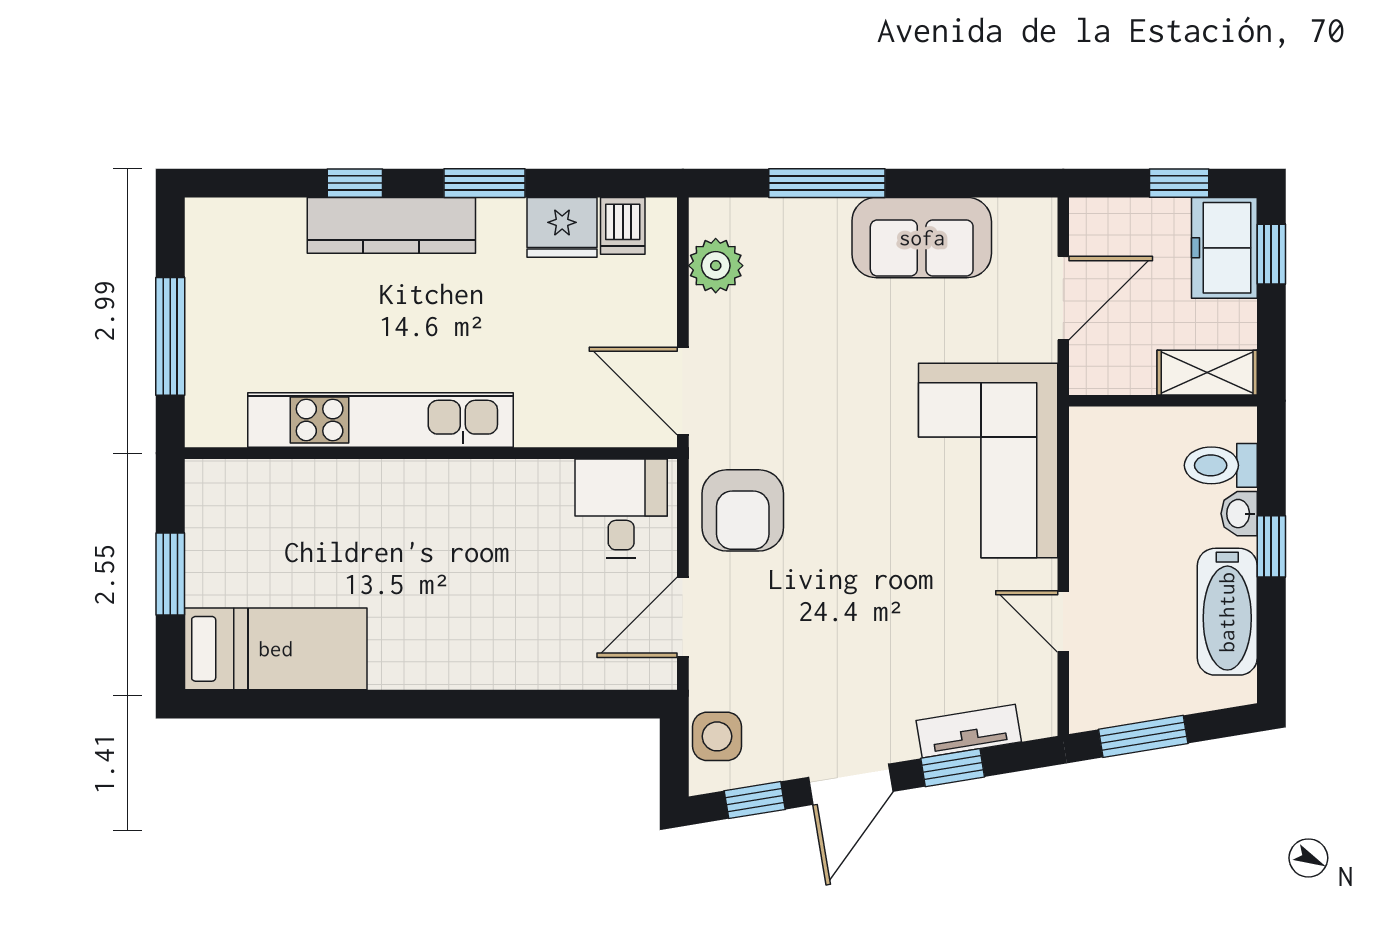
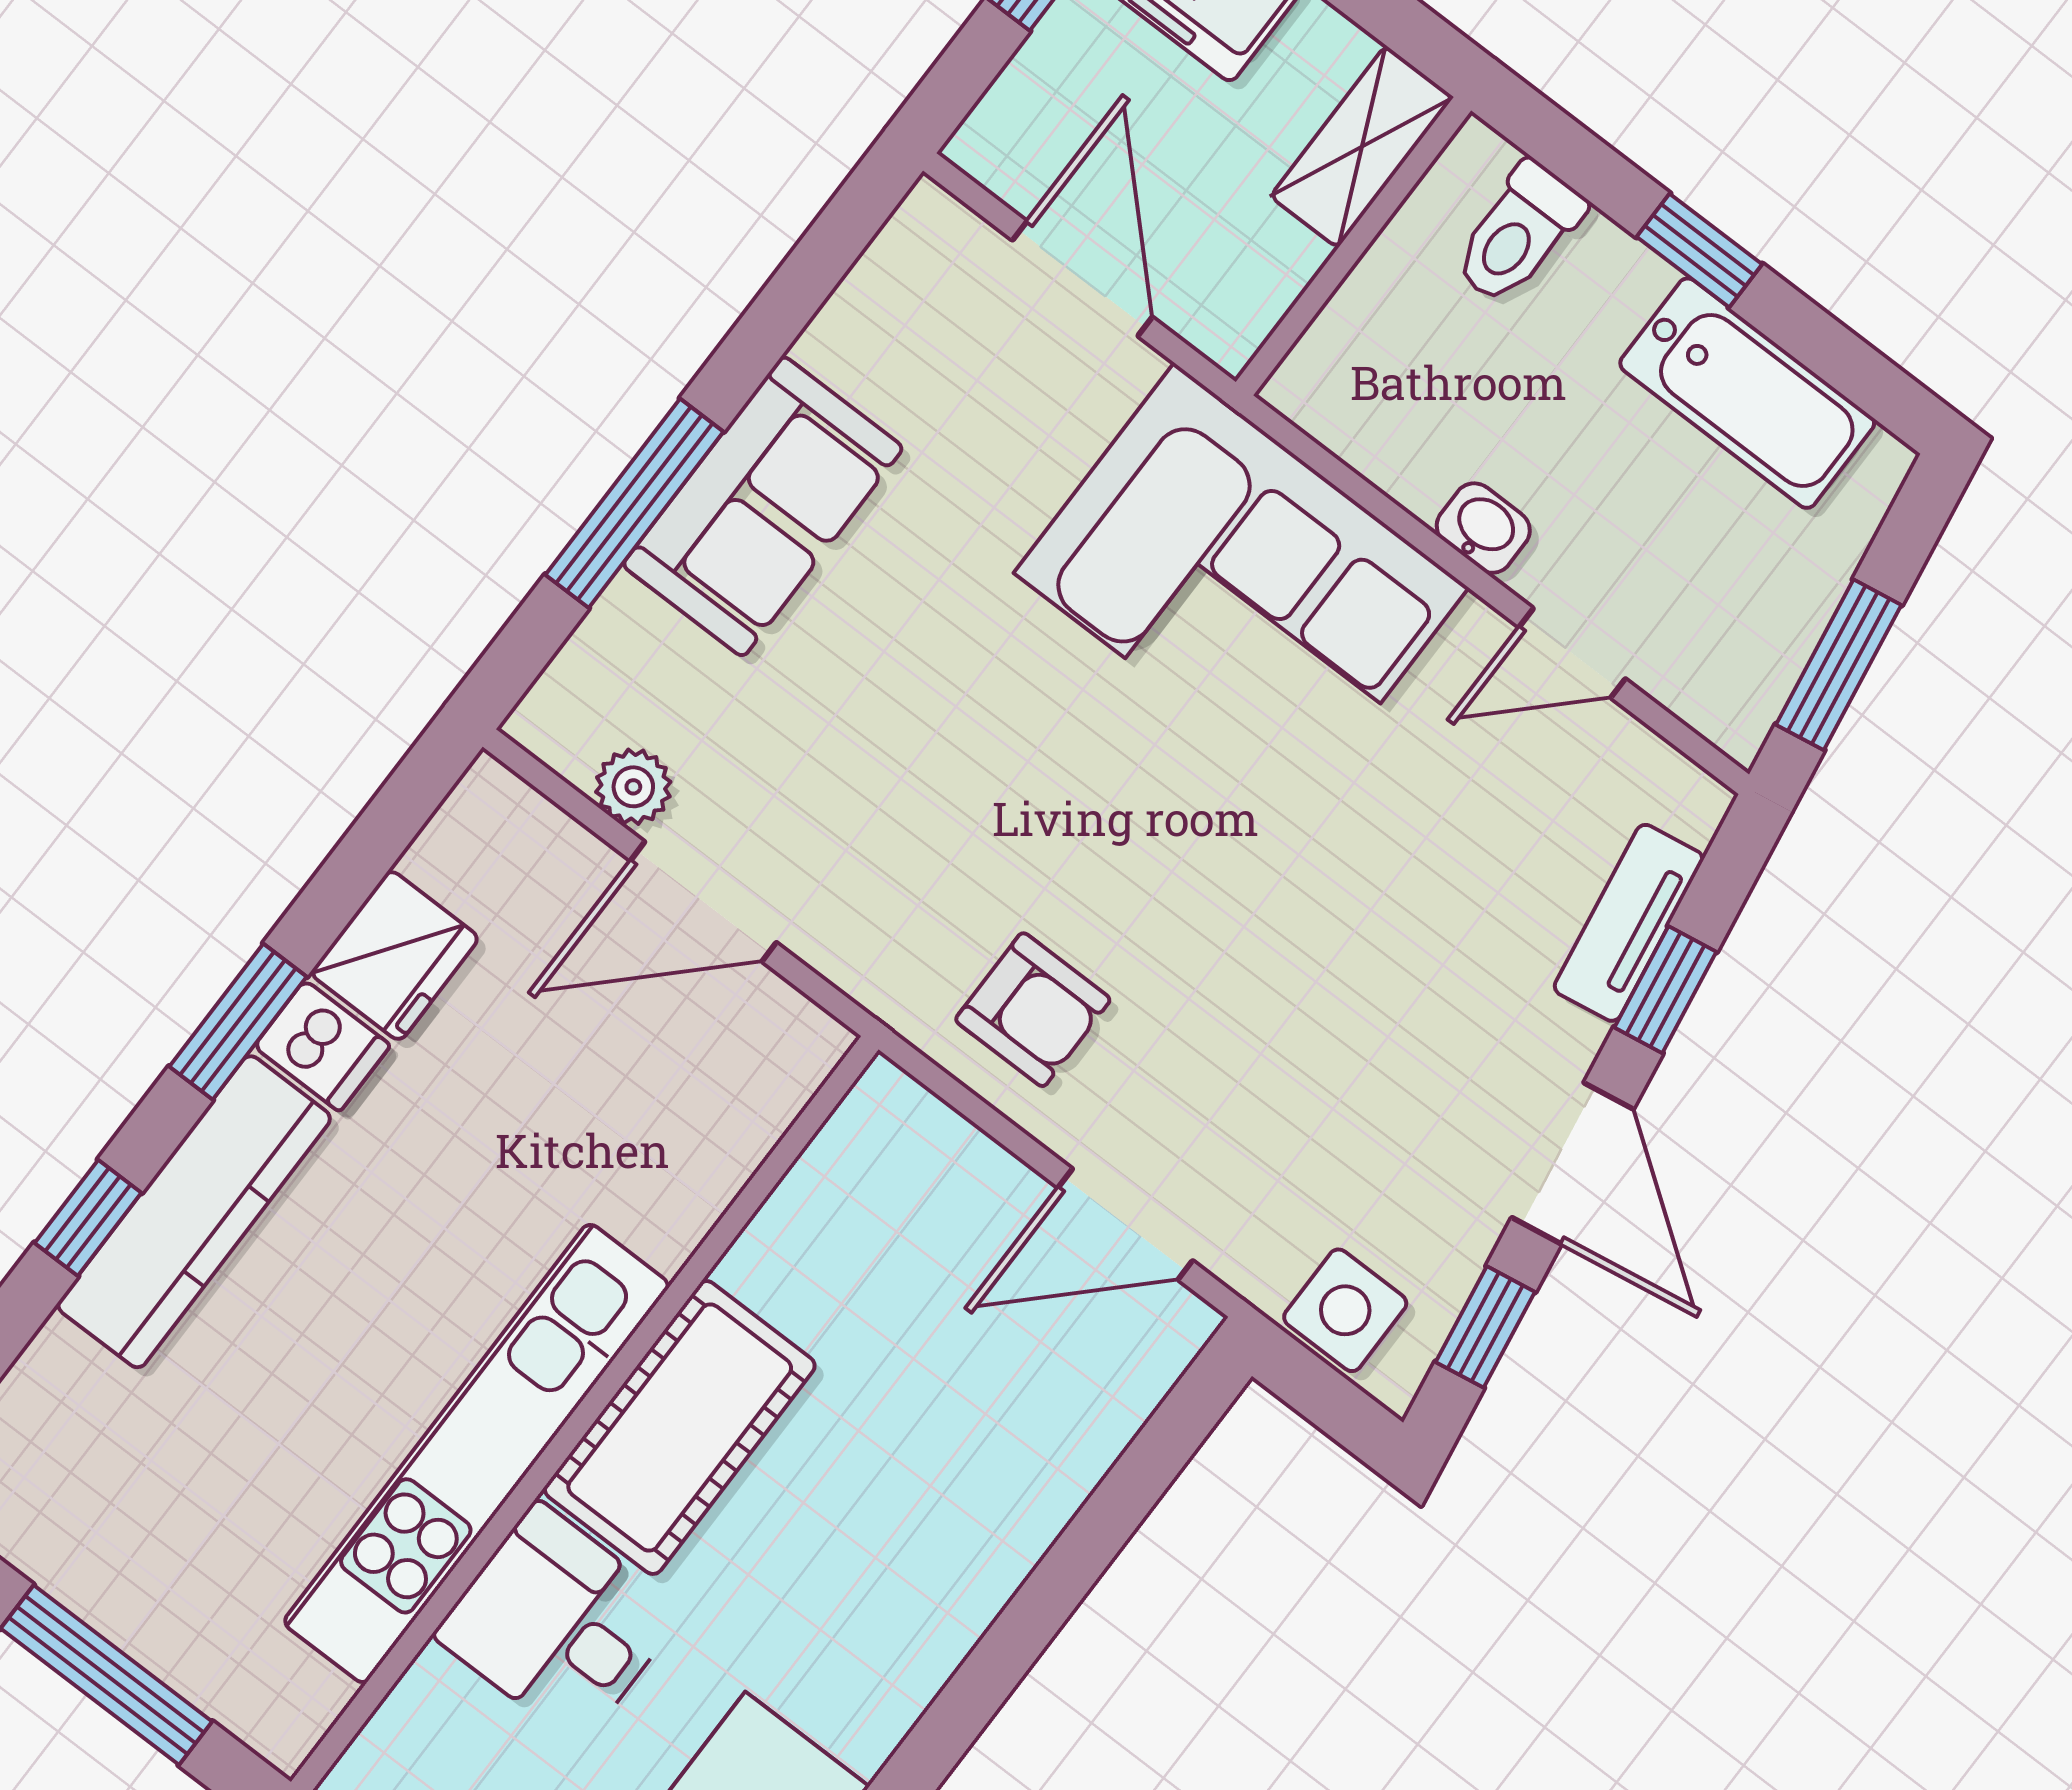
dishwasher: (623, 226) -> (322, 1046), moved
sofa: (922, 238) -> (763, 506), moved
plant: (716, 266) -> (633, 787), width x0.73, depth x0.73
door: (683, 391) -> (703, 902), moved
cot: (456, 496) -> (680, 1428), added
desk: (621, 508) -> (558, 1624), moved
armchair: (743, 510) -> (1033, 1010), width x0.72, depth x0.72
washbasin: (1239, 514) -> (1483, 528), moved, turned 180
door: (683, 617) -> (1125, 1224), hinge flipped

